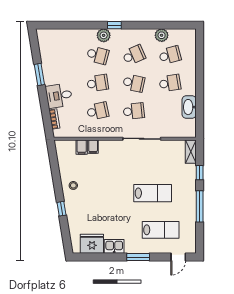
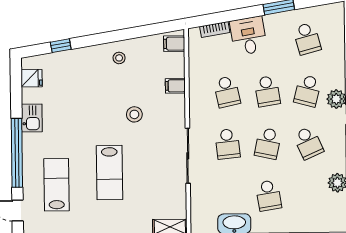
school desk: (170, 55) -> (307, 39), moved
filing cabinet: (82, 147) -> (174, 44), moved
stool: (113, 175) -> (134, 114), added
window: (62, 209) -> (61, 46), moved
lab bench: (161, 230) -> (56, 185), turned 180
fridge: (92, 244) -> (32, 78), width x0.53, depth x0.75
window: (138, 257) -> (17, 153), width x2.11

